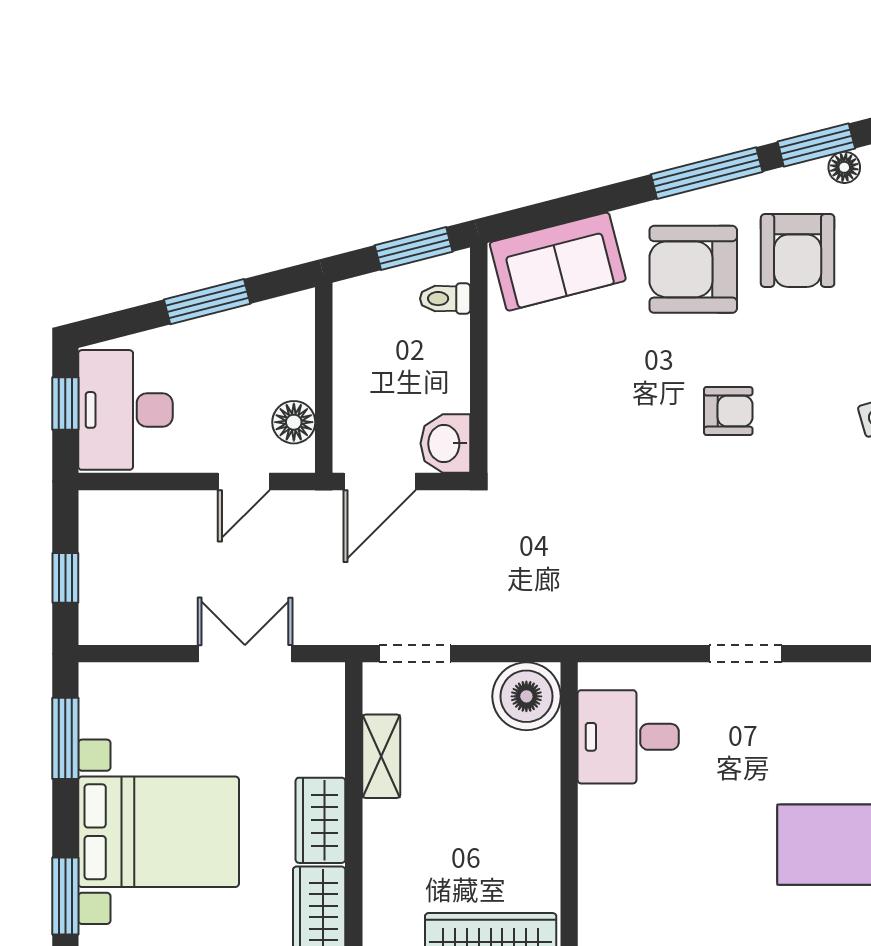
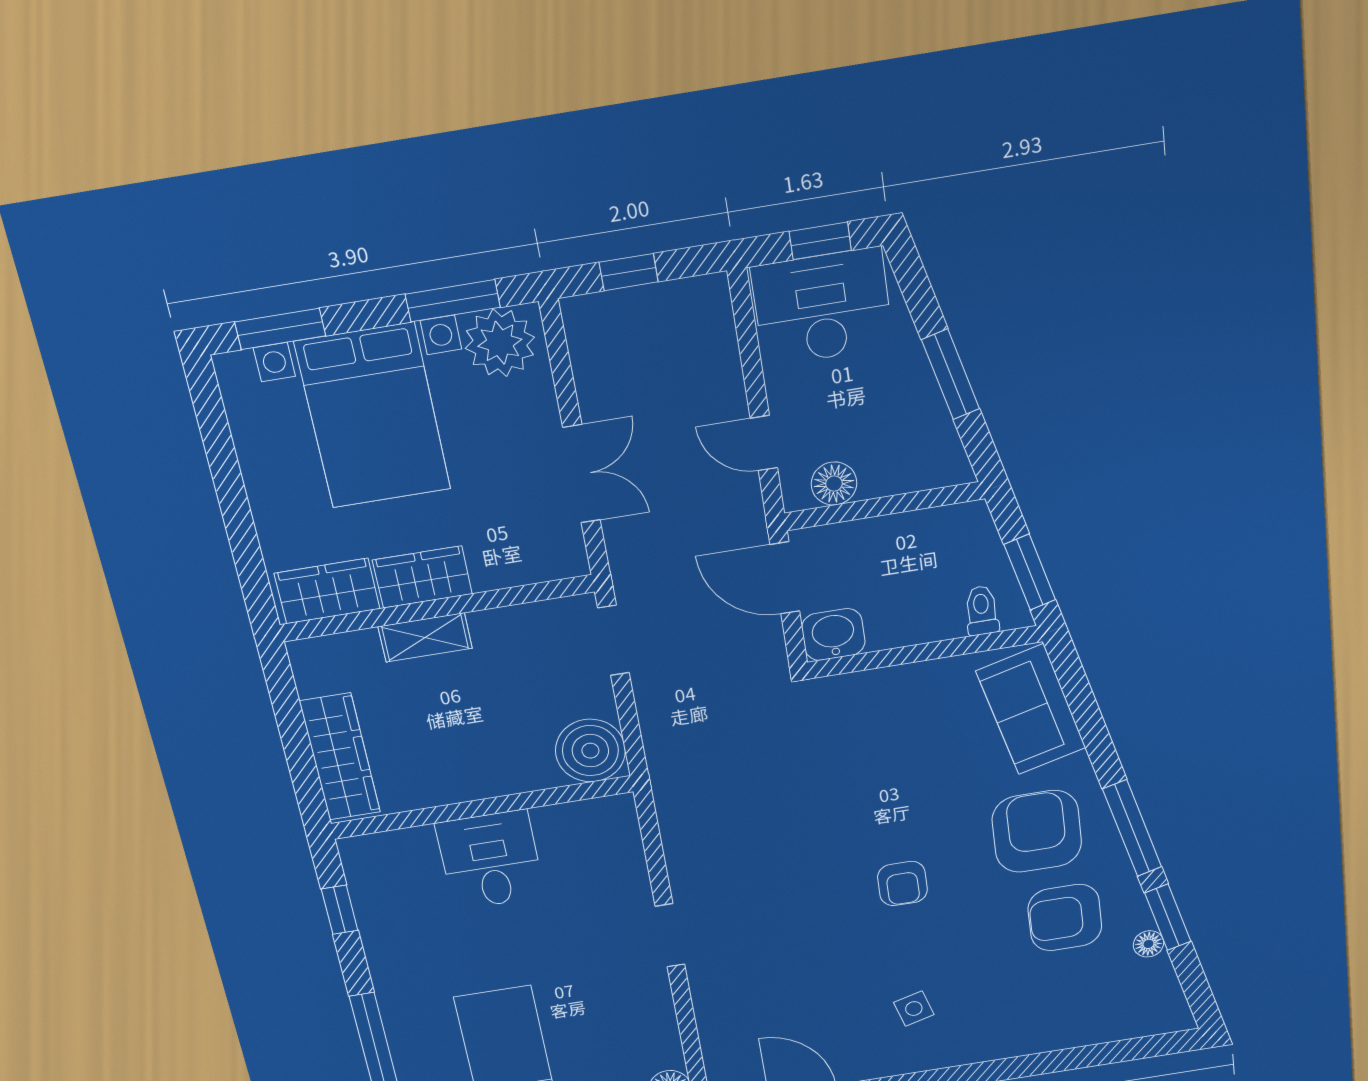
plant: (110, 704) -> (500, 343), added
desk: (628, 737) -> (490, 860), moved
shelving: (381, 756) -> (425, 637), moved

